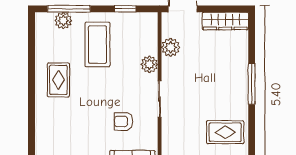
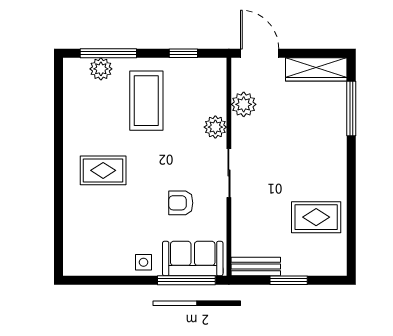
rug: (58, 80) -> (103, 170), moved, turned 90
window: (252, 84) -> (351, 109), moved

